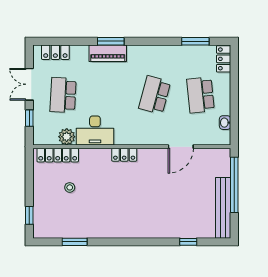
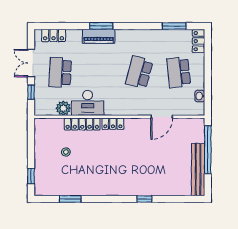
locker: (58, 155) -> (82, 124), moved
window: (188, 242) -> (144, 199), moved

